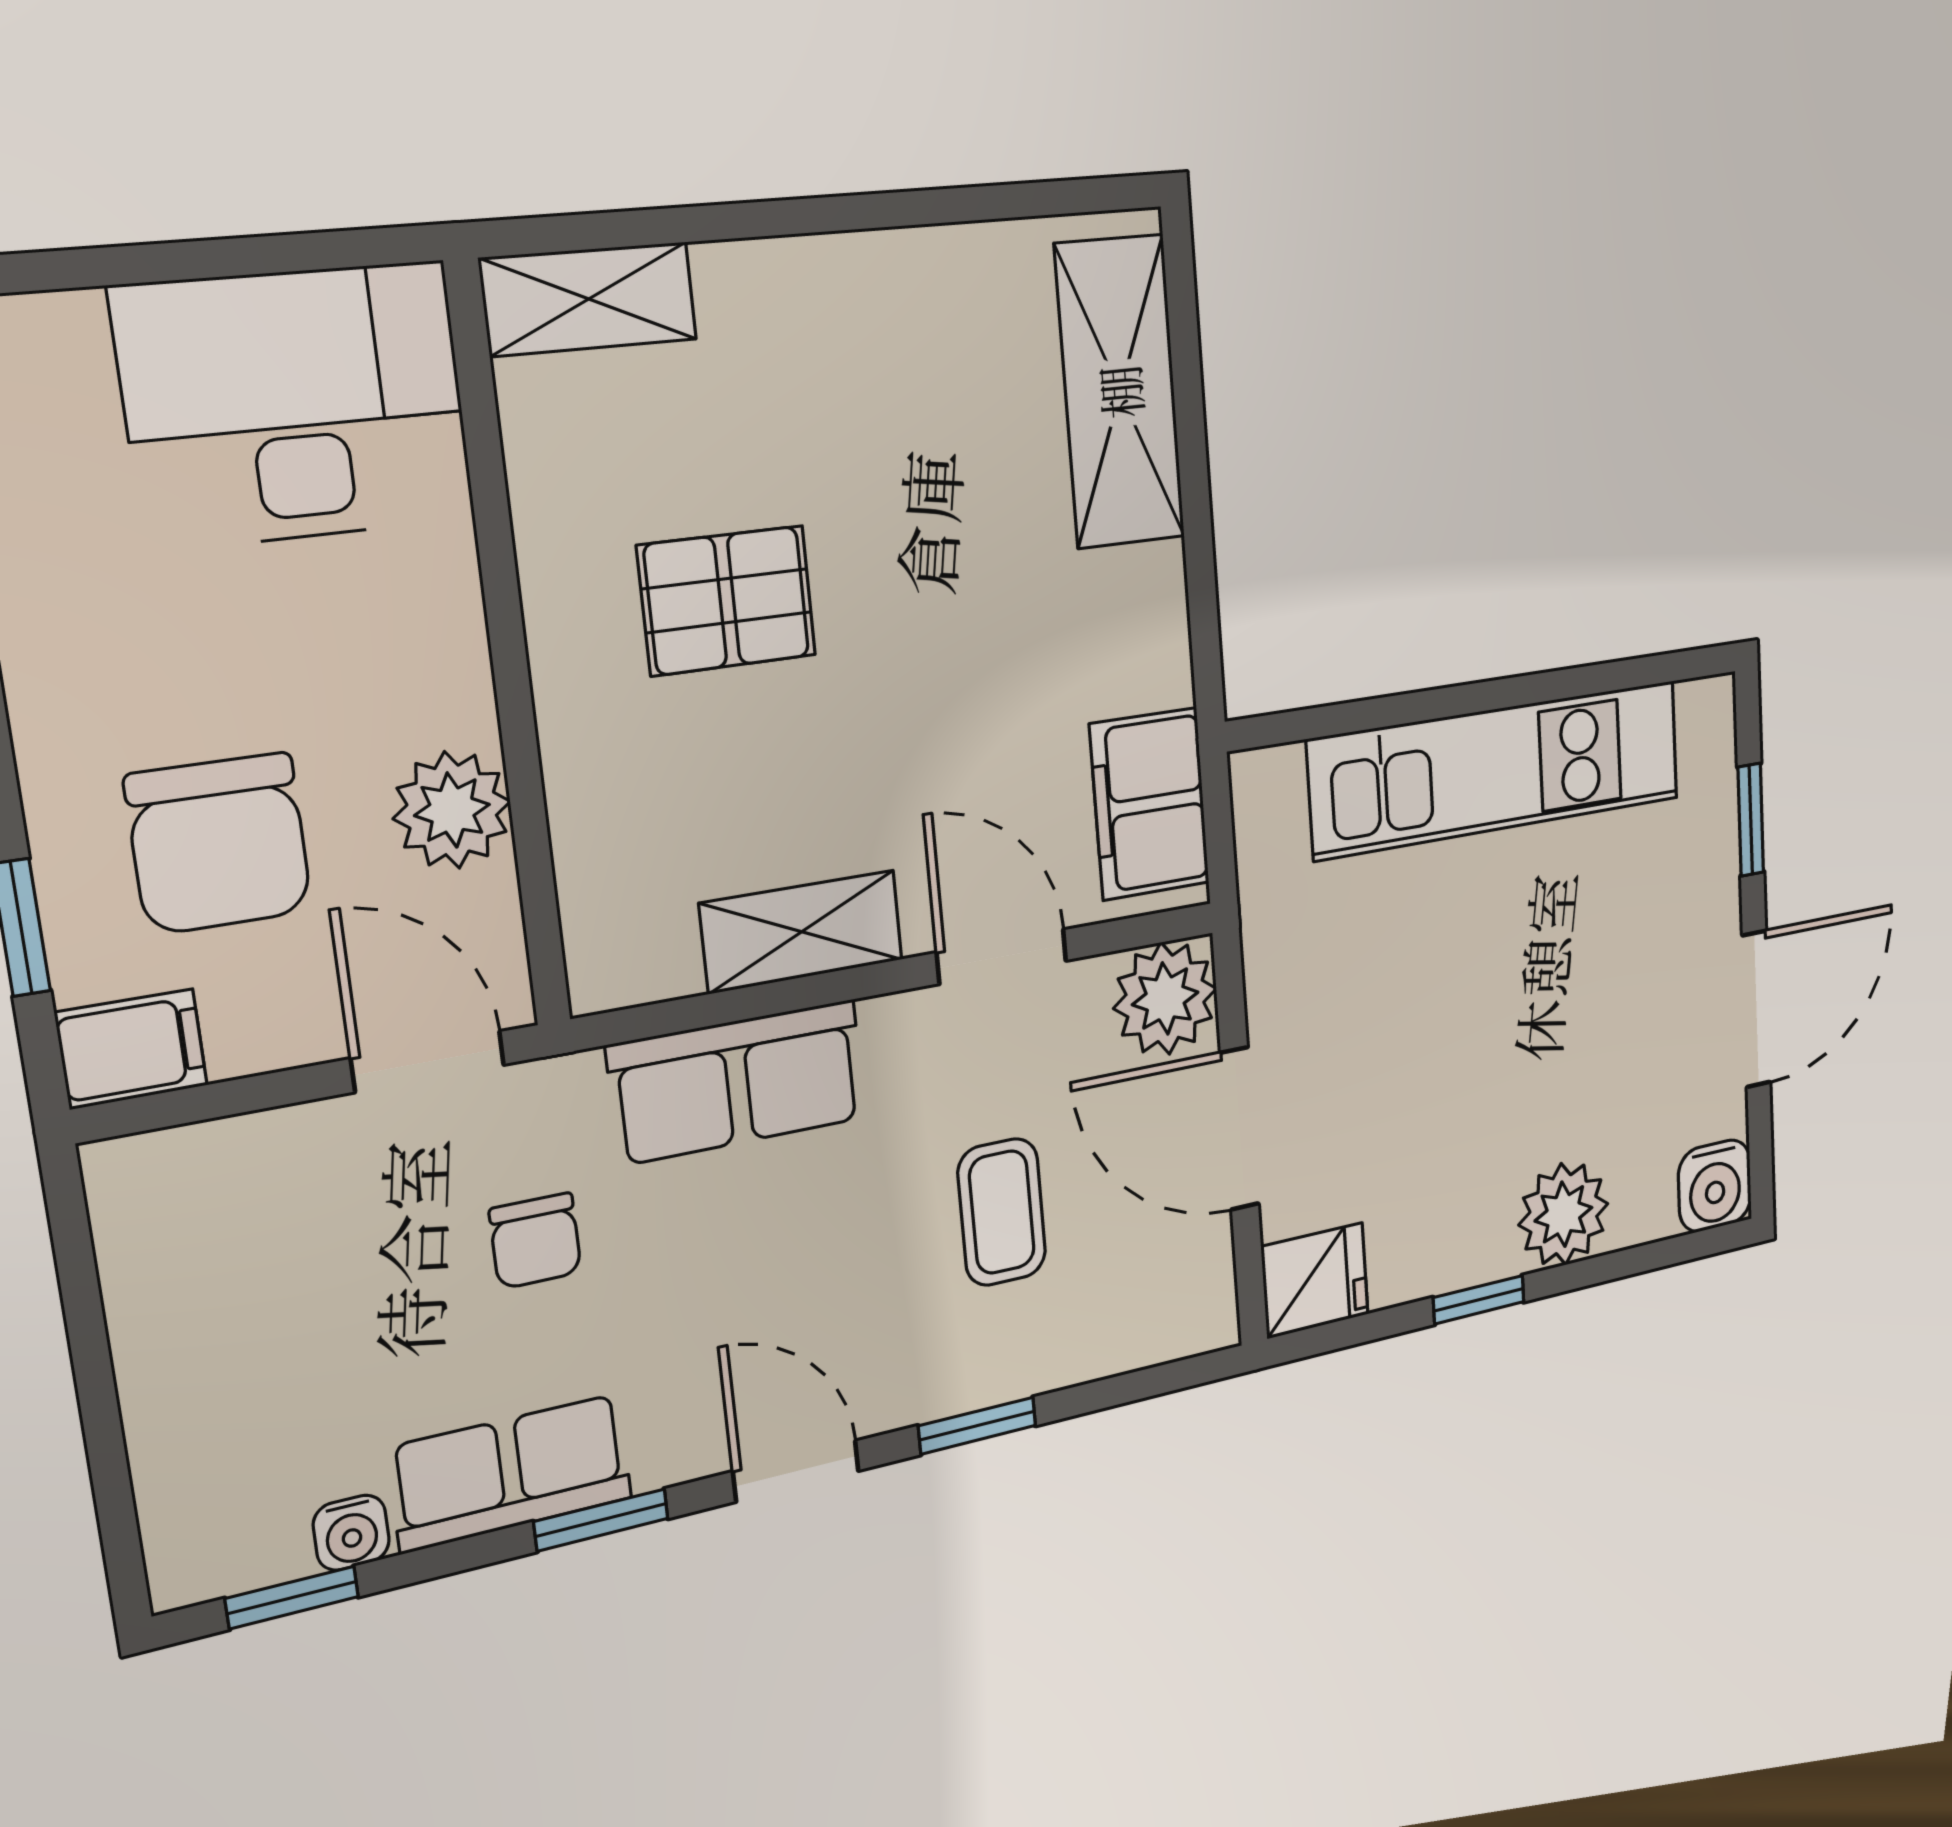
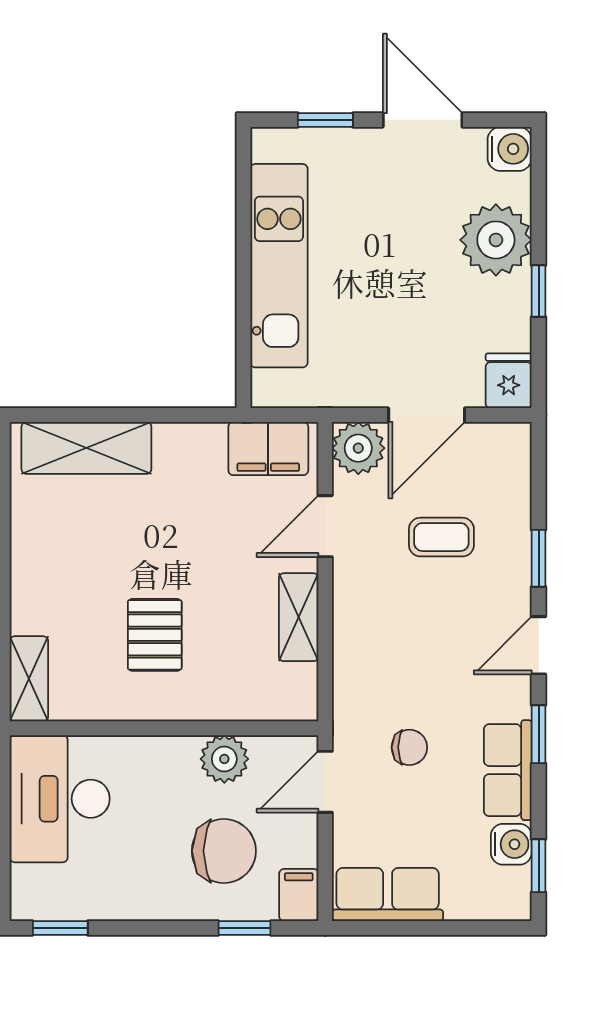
row of seats: (737, 1082) -> (388, 895), moved, turned -90
plant: (1563, 1214) -> (496, 240), width x1.36, depth x1.36
water cooler: (351, 1533) -> (511, 844), width x1.38, depth x1.38

